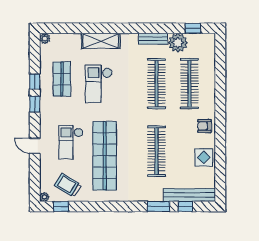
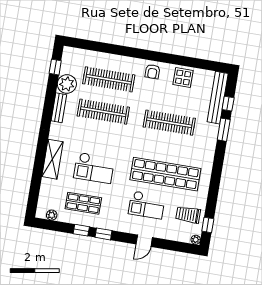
plant: (45, 38) -> (52, 215), moved
trolley: (68, 185) -> (188, 215), turned 59

